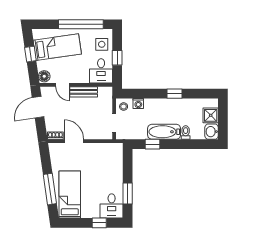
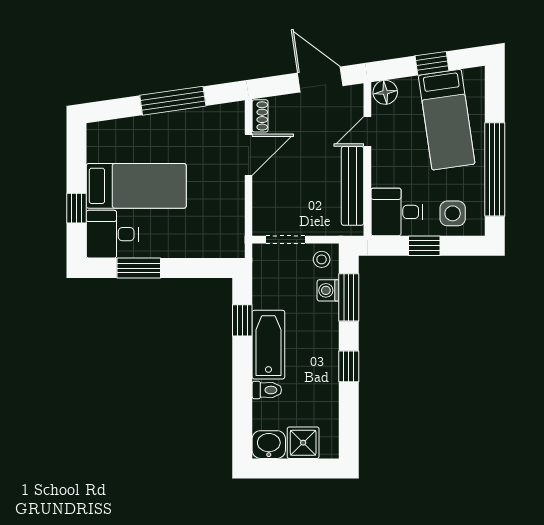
bench: (84, 92) -> (353, 186), width x1.36
window: (142, 94) -> (349, 297), added
window: (50, 189) -> (173, 101), moved
bed: (70, 195) -> (136, 186), moved

